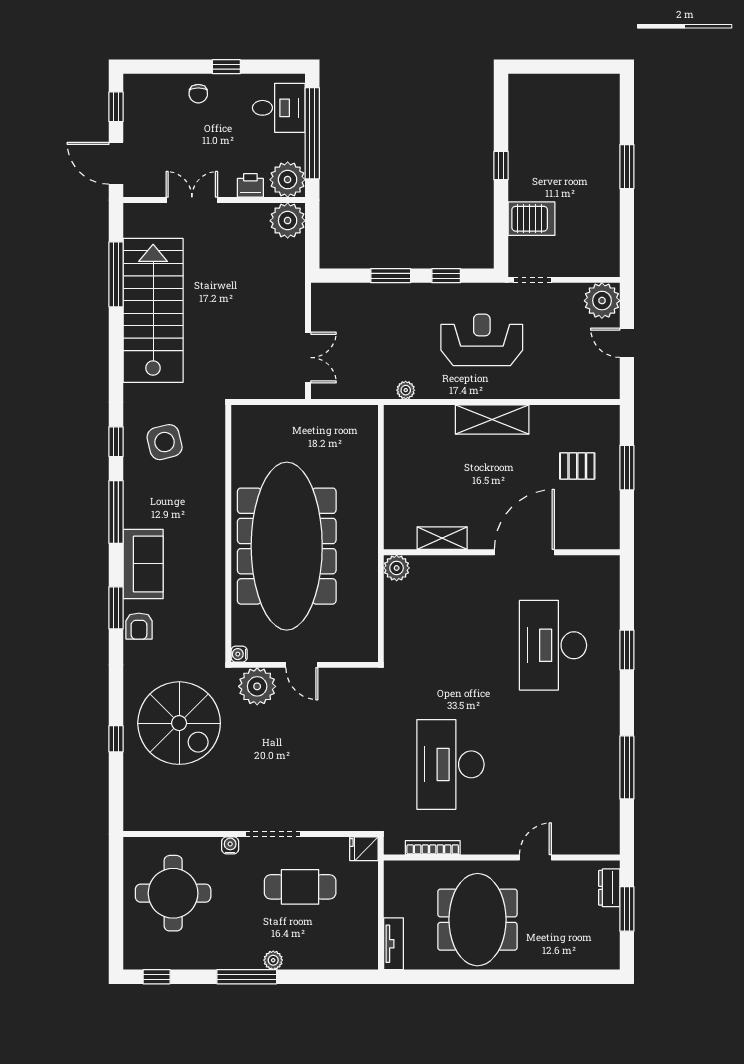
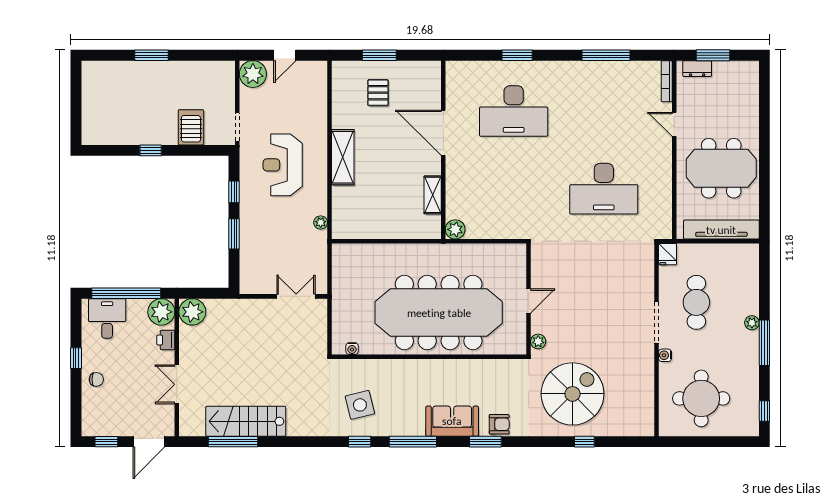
stairs: (153, 310) -> (246, 421), width x0.73, depth x0.66
water cooler: (239, 654) -> (352, 349), moved
plant: (257, 686) -> (538, 341), width x0.53, depth x0.53
bookcase: (433, 848) -> (667, 81), moved
tv unit: (394, 944) -> (721, 230), width x1.92, depth x1.29

